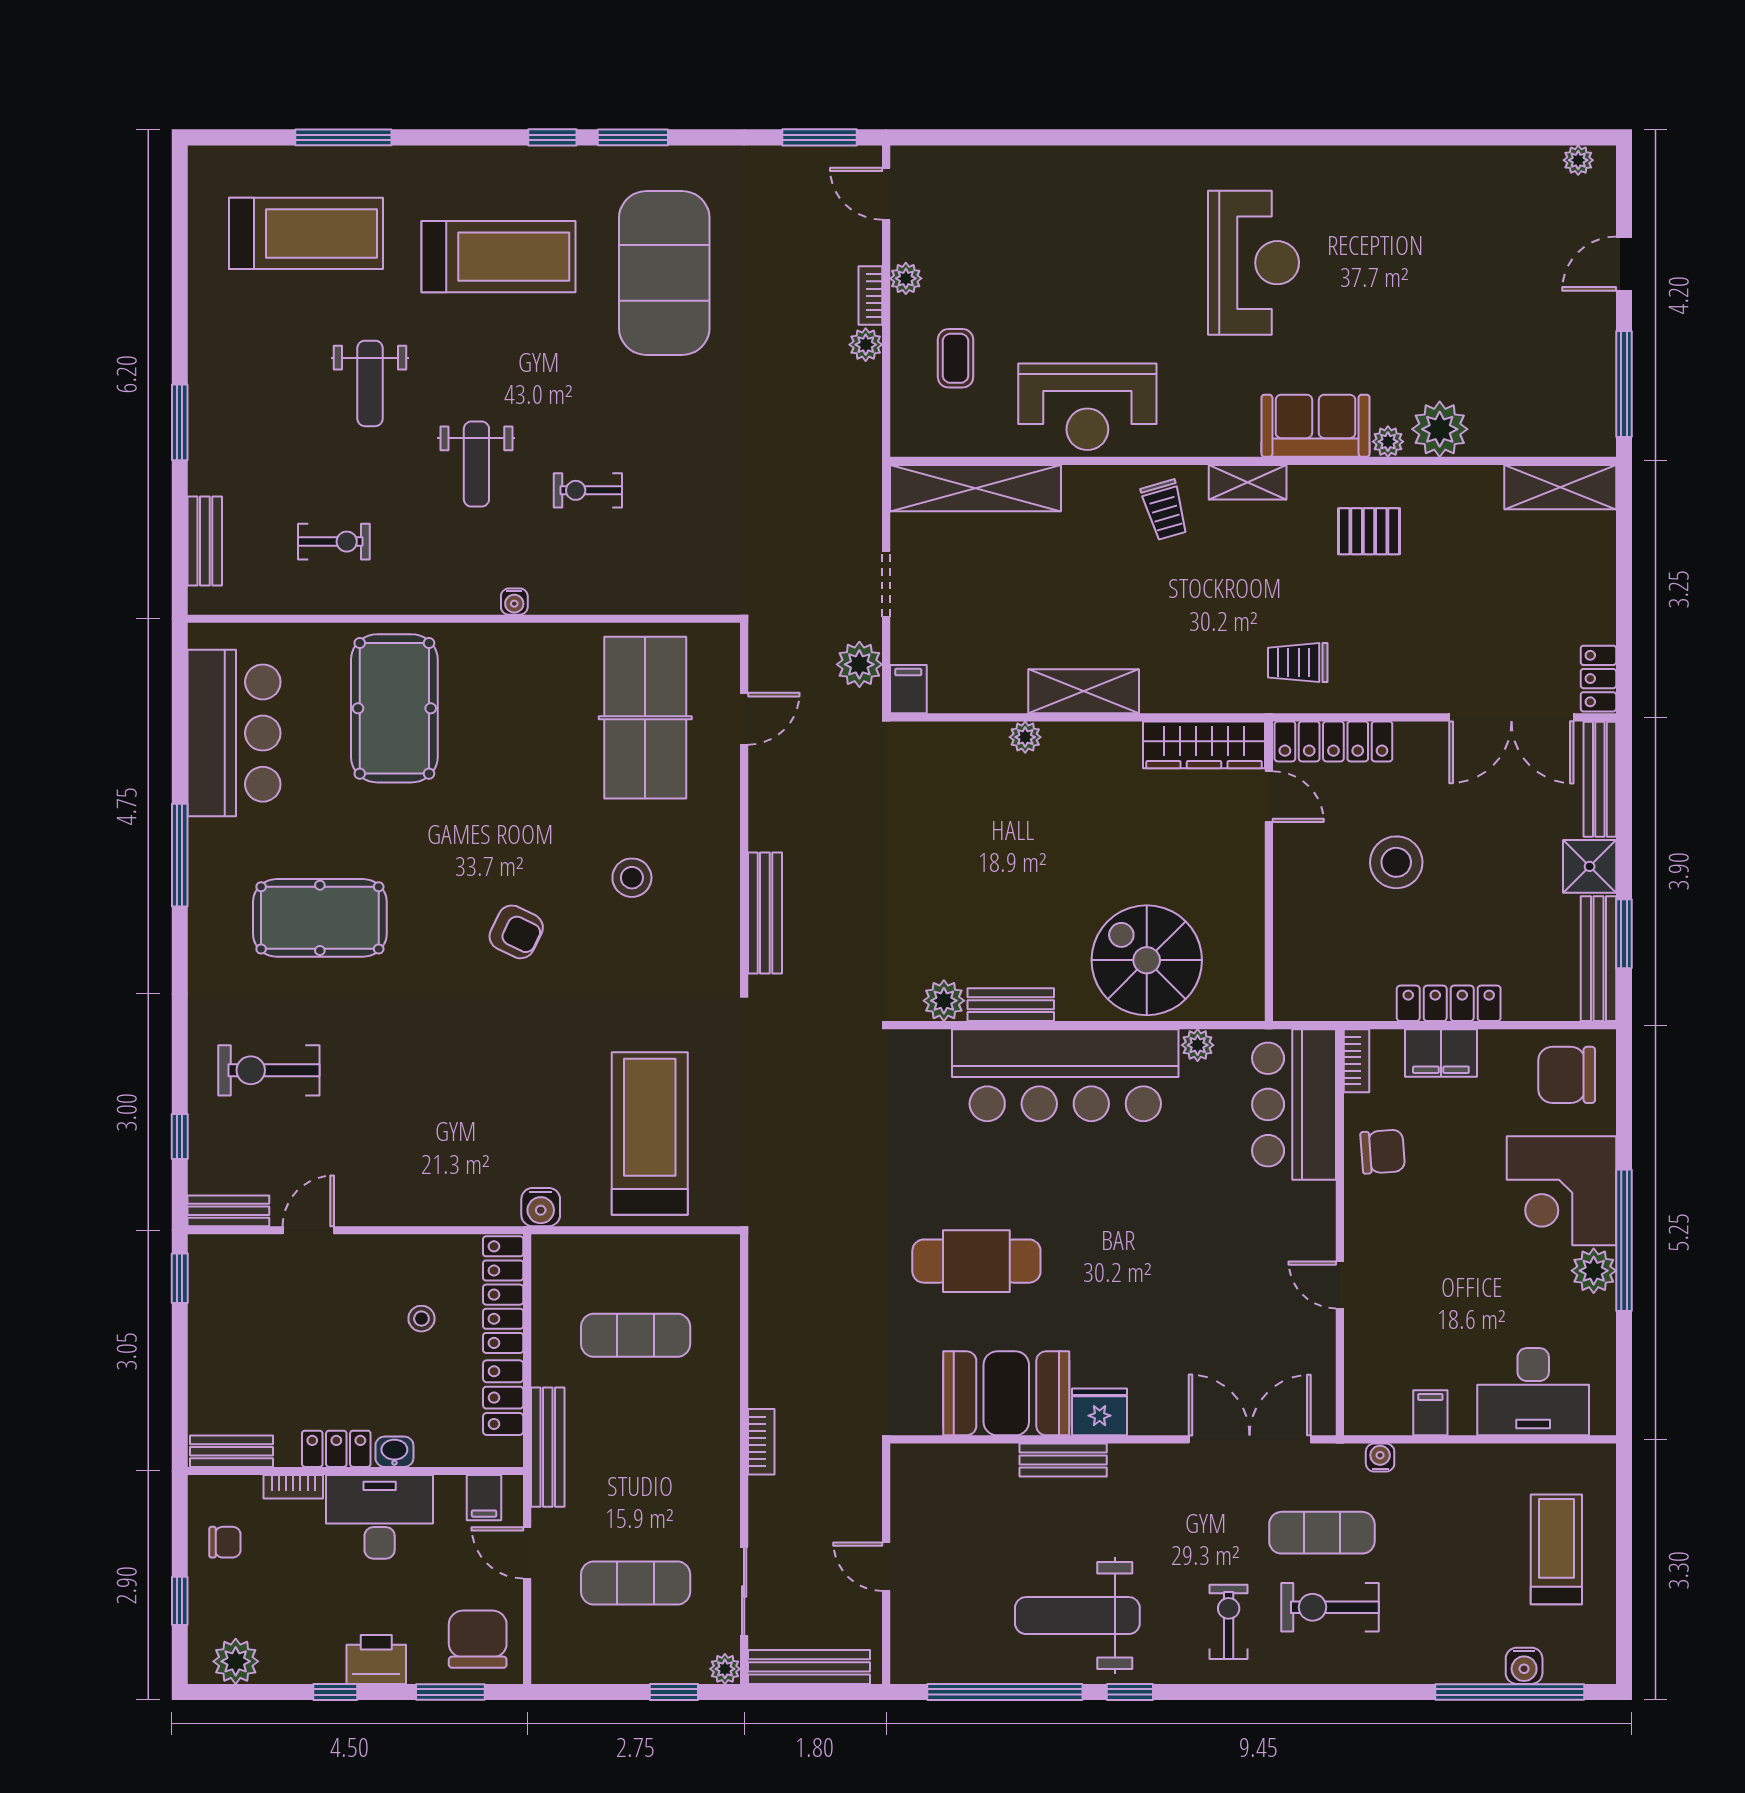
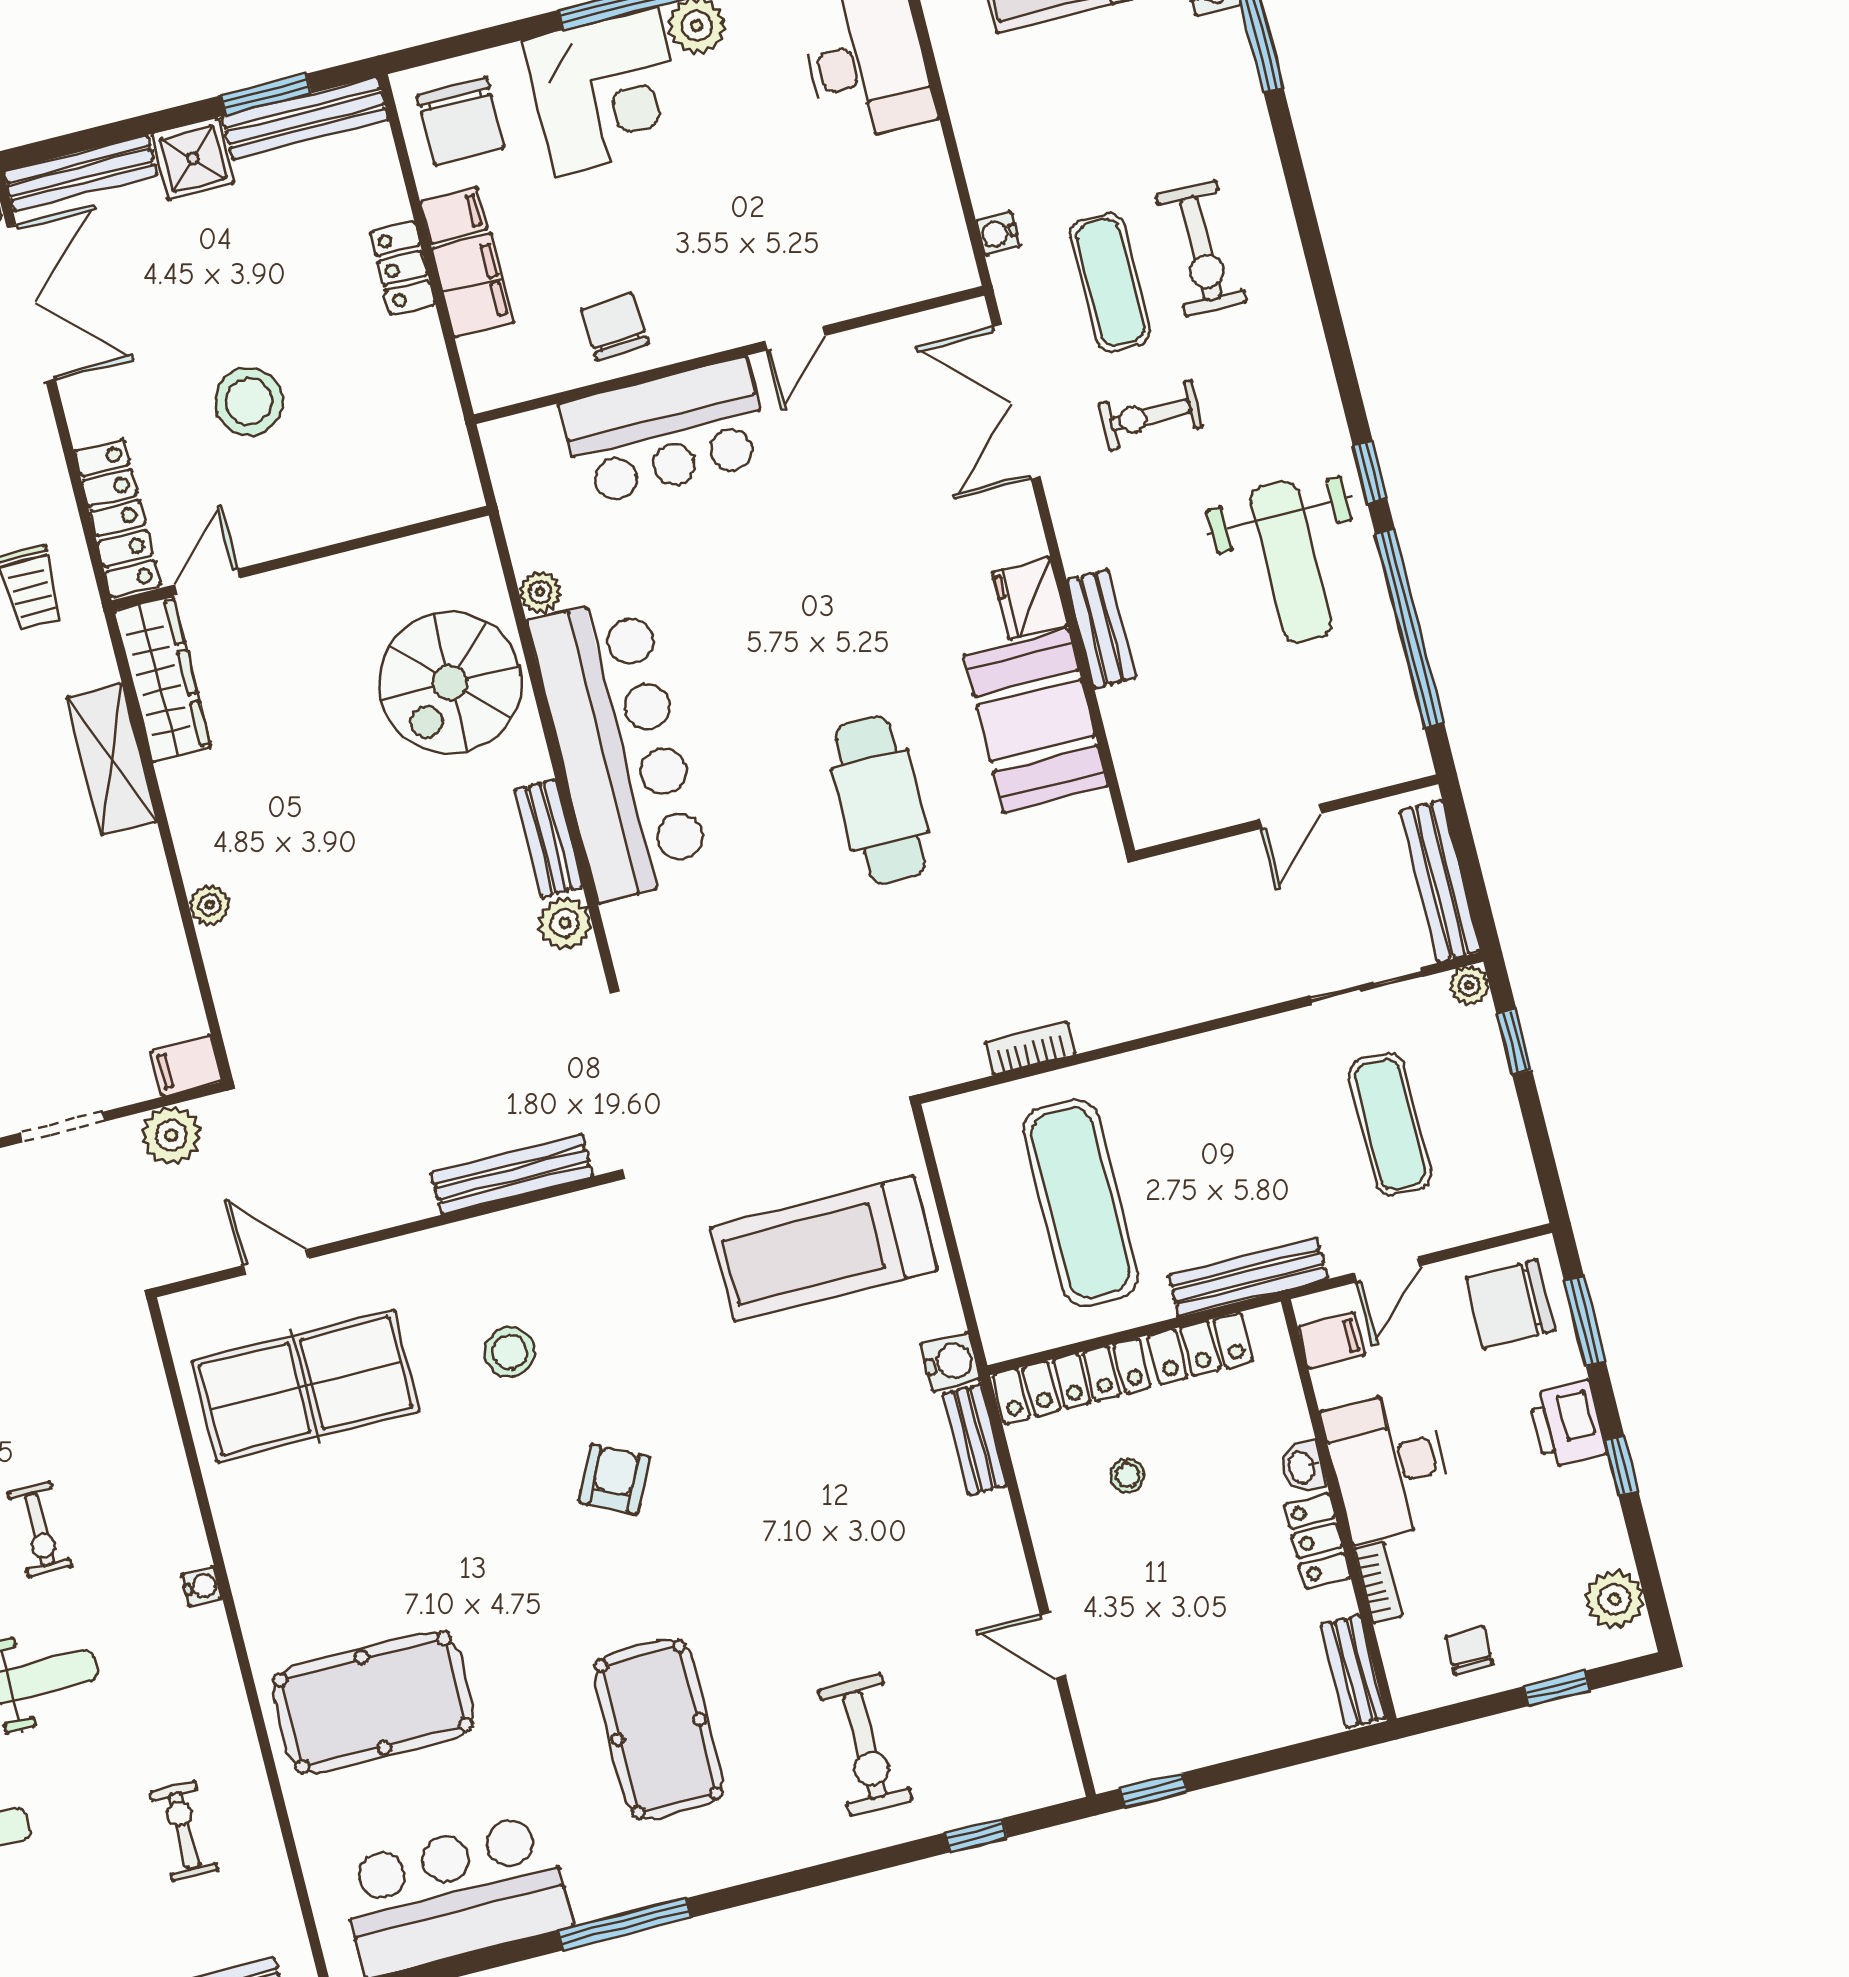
shelving: (1084, 691) -> (112, 759), moved
locker: (1449, 1003) -> (403, 268), width x0.66
bookcase: (1356, 1061) -> (509, 389), removed
bar counter: (1294, 1104) -> (665, 432), moved
bench: (228, 1211) -> (975, 1440), moved
exercise mat: (636, 1335) -> (1081, 1203), width x1.36, depth x1.45
filing cabinet: (1430, 1413) -> (454, 216), moved, turned 180
bookcase: (761, 1442) -> (1030, 1048), moved
exercise bike: (1229, 1622) -> (1151, 415), moved

